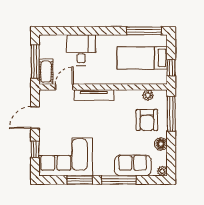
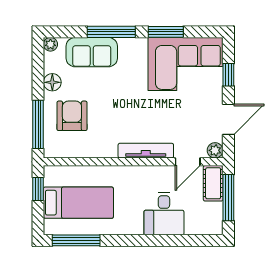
plant: (148, 95) -> (215, 150), moved

